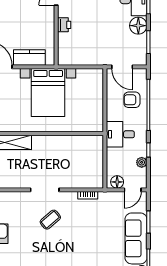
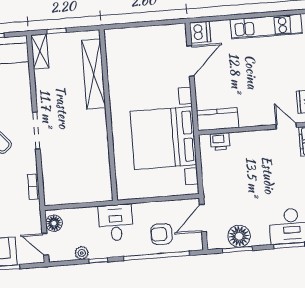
printer: (64, 25) -> (220, 142), moved
floor lamp: (138, 26) -> (239, 236), moved
kitchen counter: (29, 58) -> (217, 119), moved, turned -90
bed with nightstands: (48, 92) -> (163, 138), width x1.36
armchair: (132, 100) -> (161, 234), turned -90

